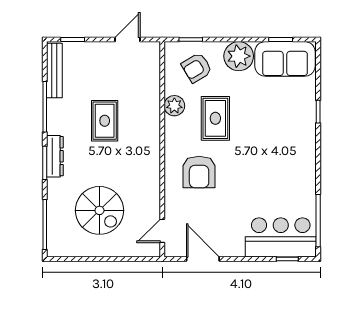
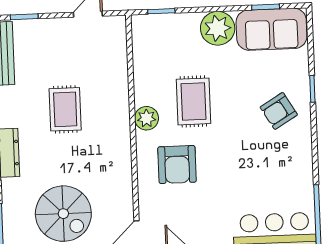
armchair: (197, 68) -> (279, 111), moved
plant: (174, 106) -> (146, 118), moved

